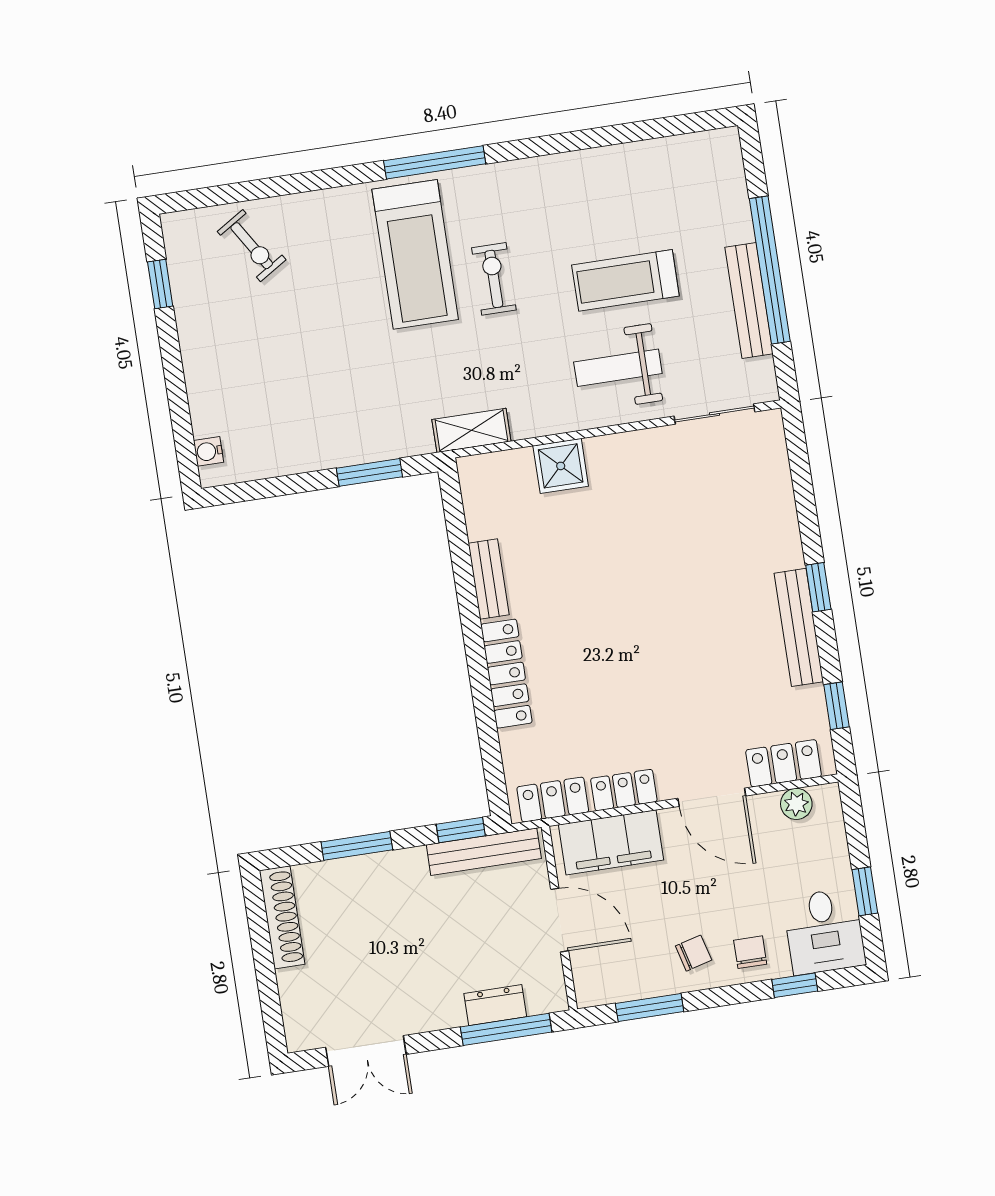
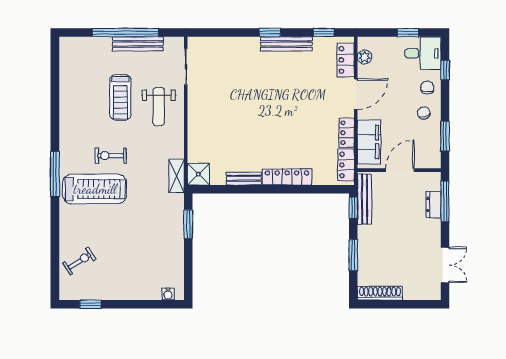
shower: (561, 466) -> (198, 174), moved
chair: (750, 952) -> (427, 88), turned 90

